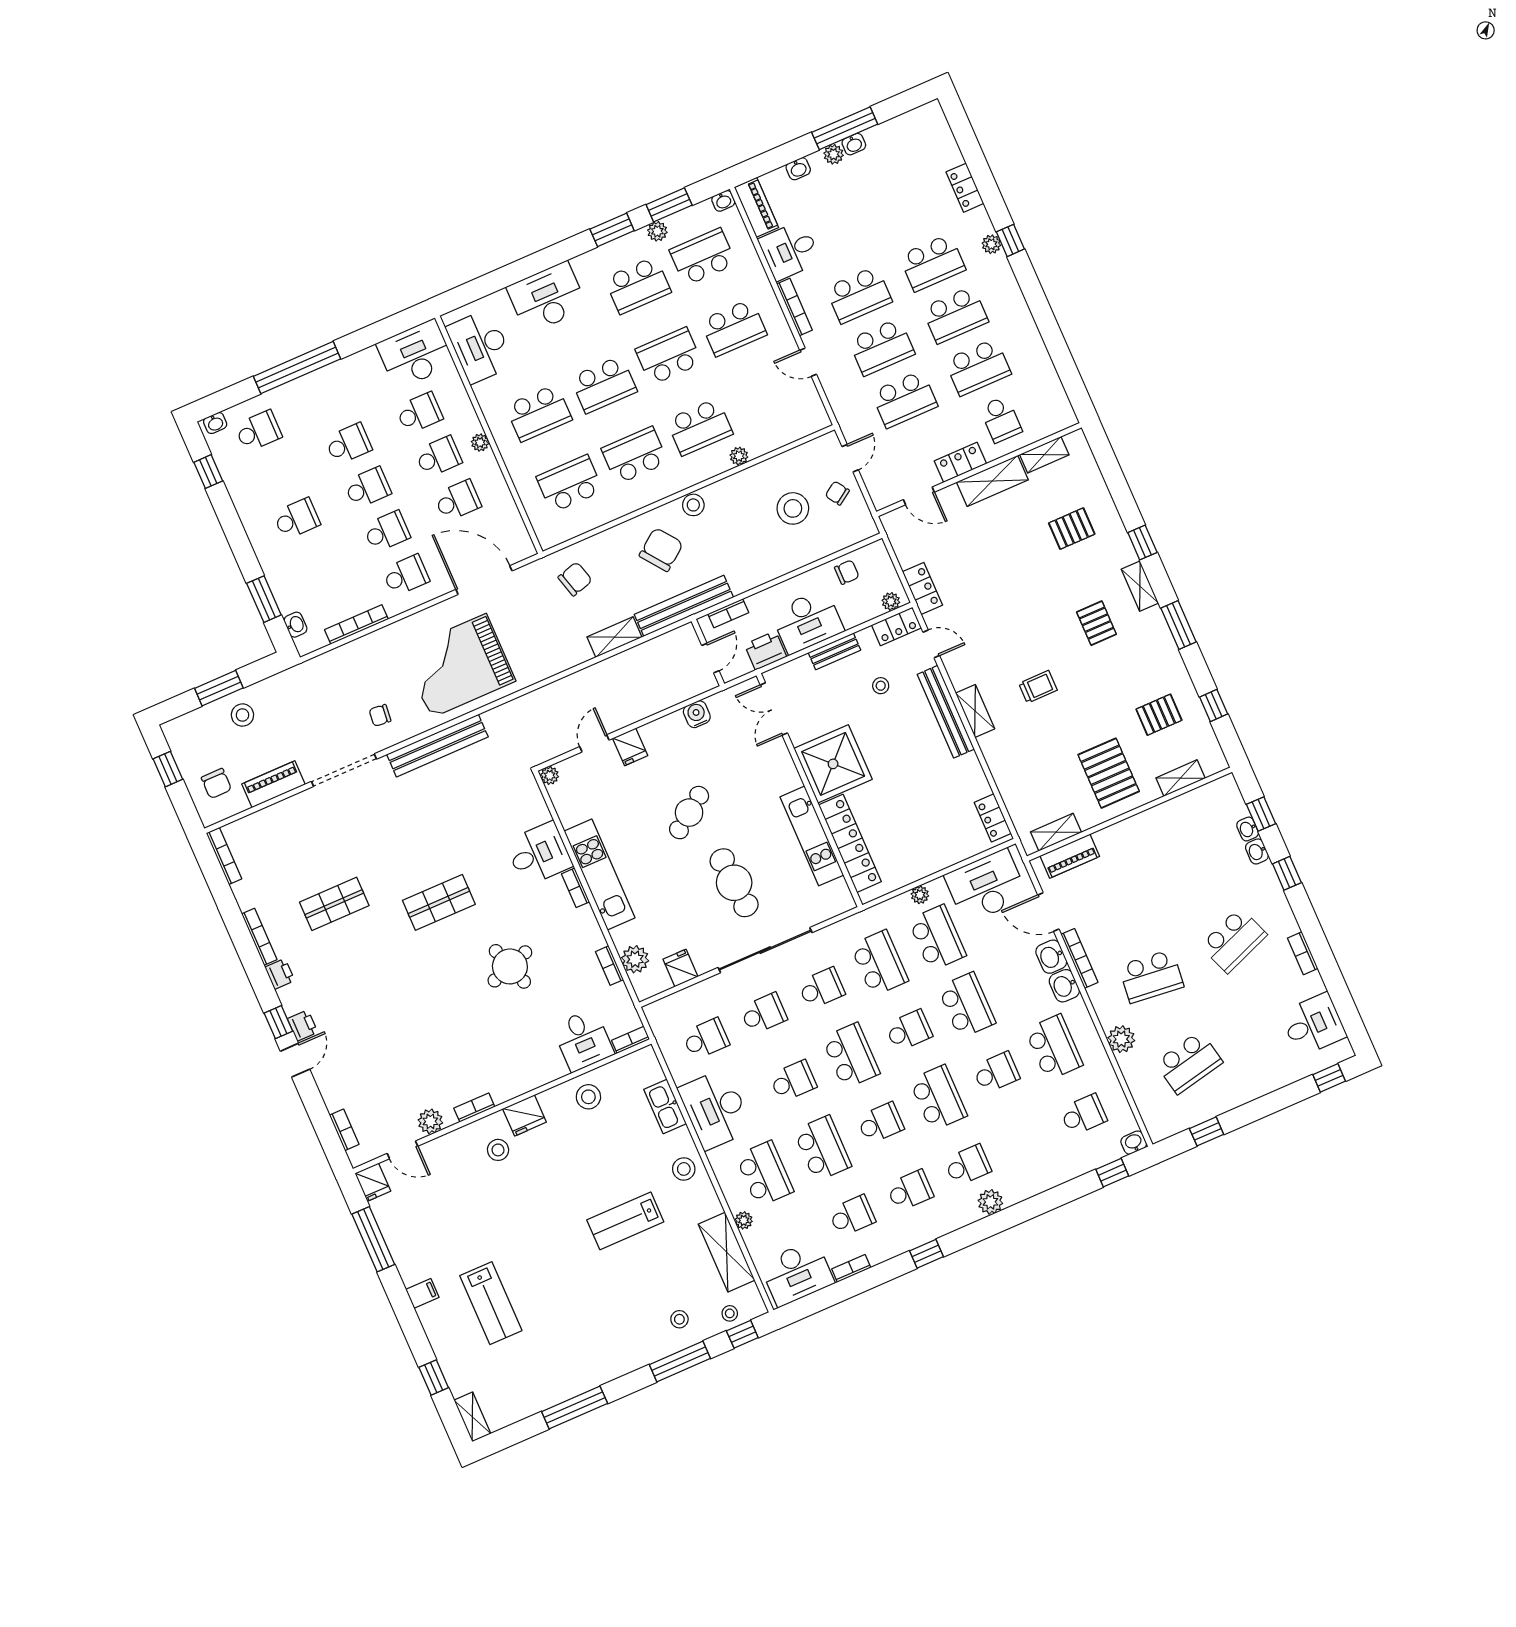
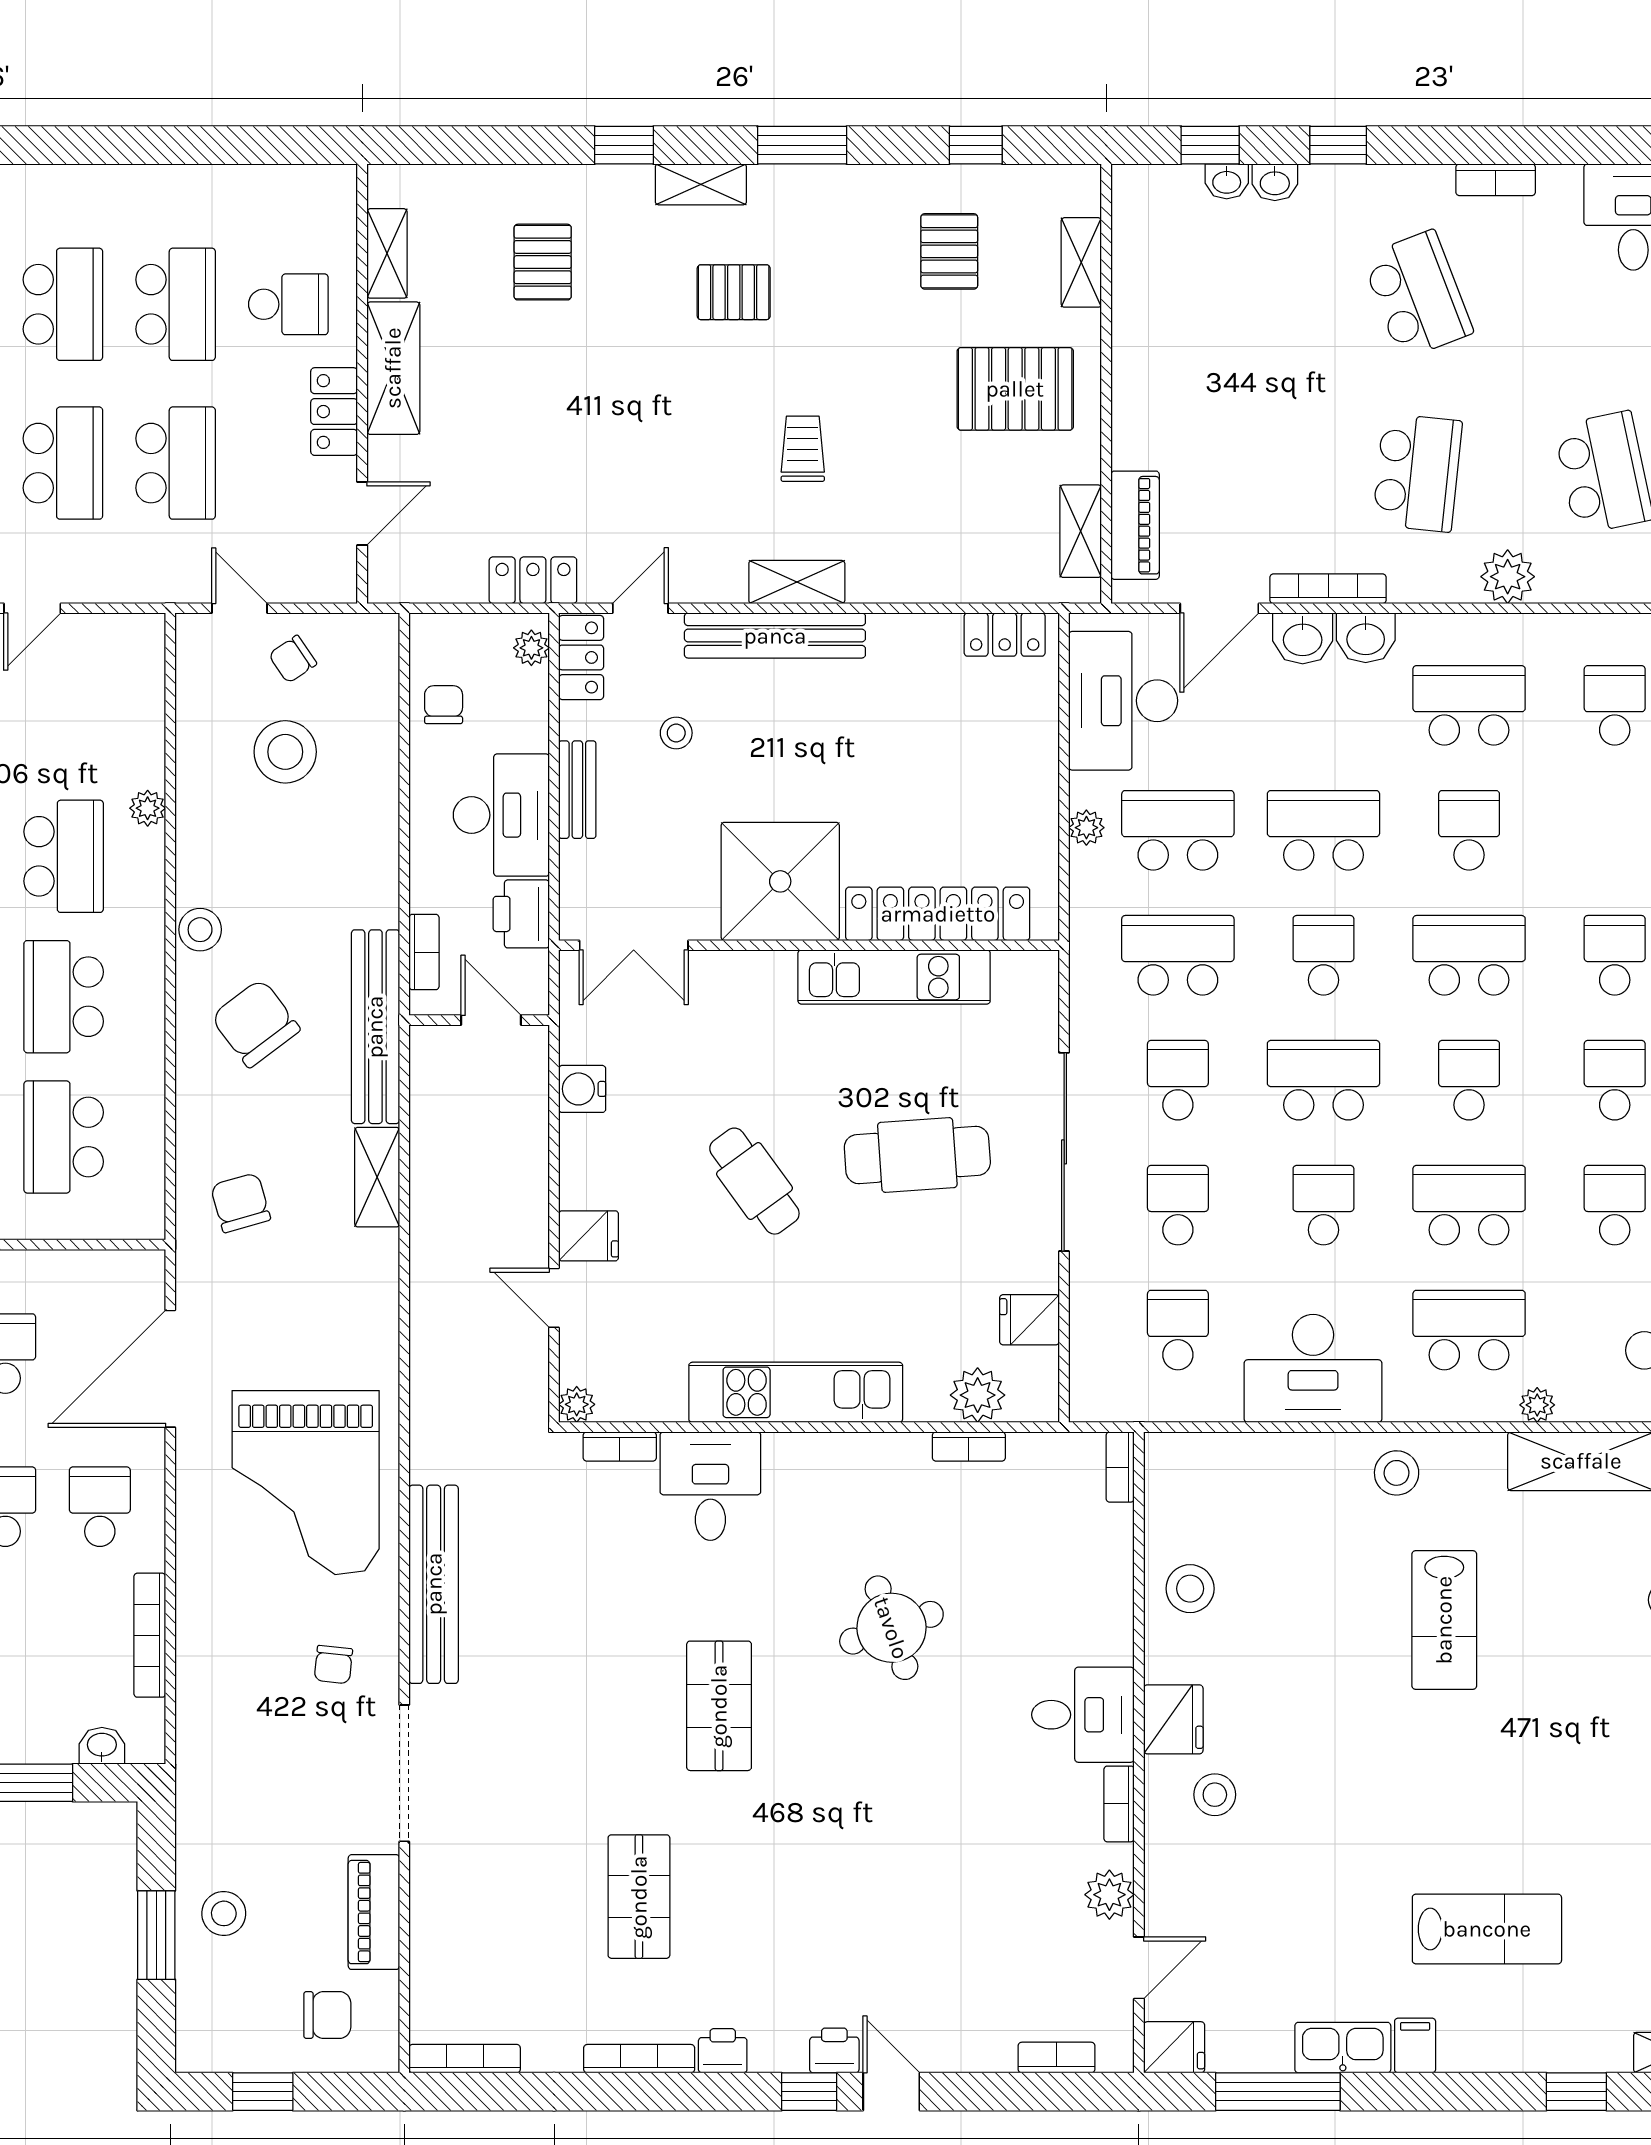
bookcase: (576, 888) -> (620, 1446), moved
desk: (583, 1040) -> (1083, 1715), moved
kitchen sink: (665, 1106) -> (1343, 2048), moved, turned 180

